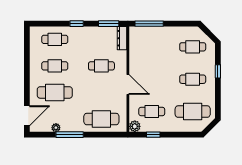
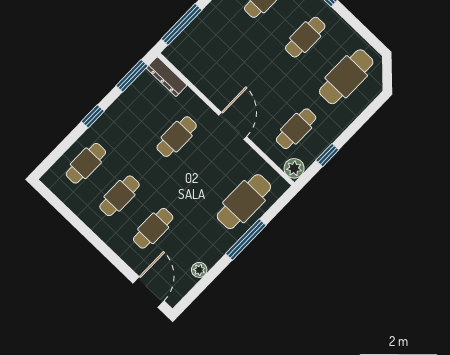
door: (128, 84) -> (233, 126), hinge flipped
cafe table: (55, 92) -> (153, 228), width x0.73, depth x0.74
window: (70, 135) -> (246, 239), moved

